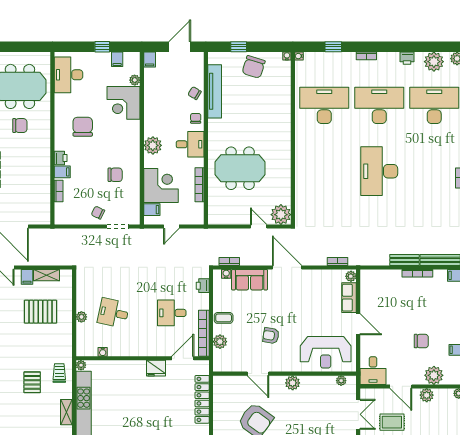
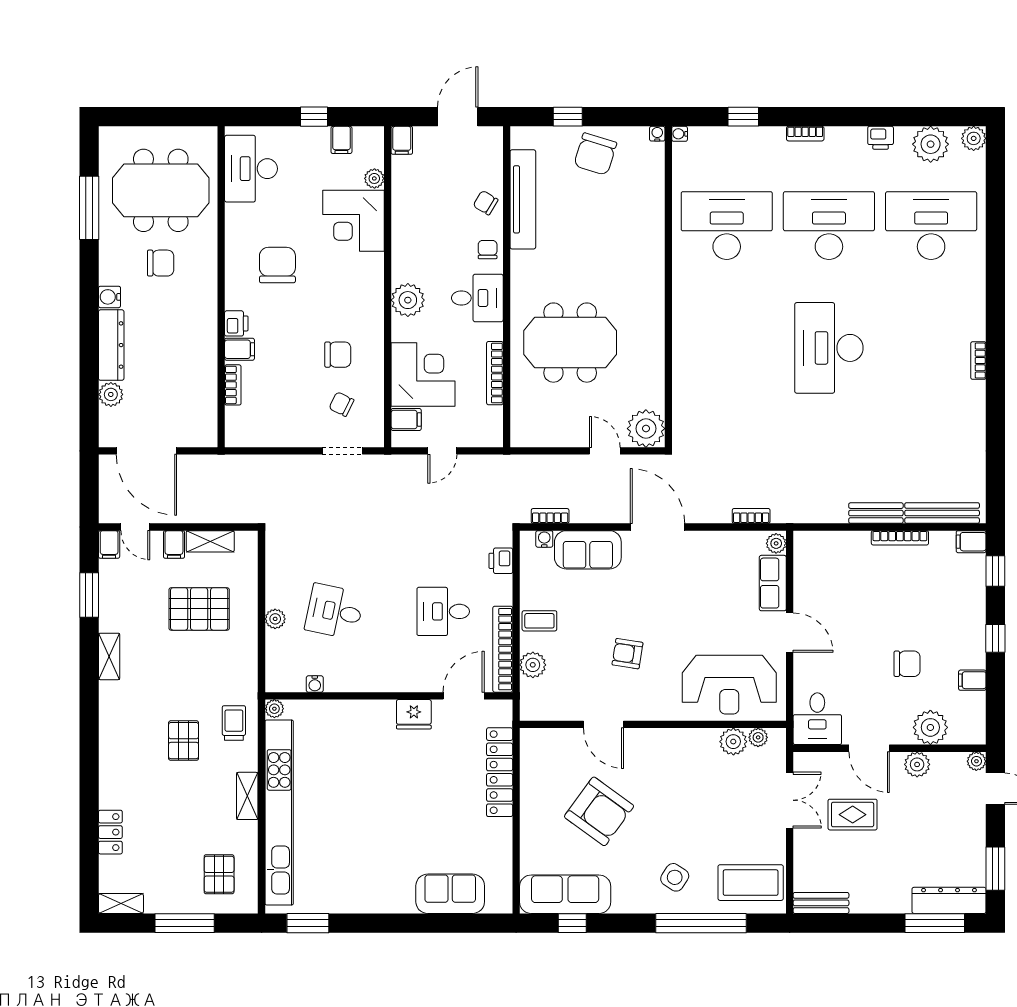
chair: (98, 213) -> (341, 404), moved
plant: (293, 383) -> (733, 742), moved

